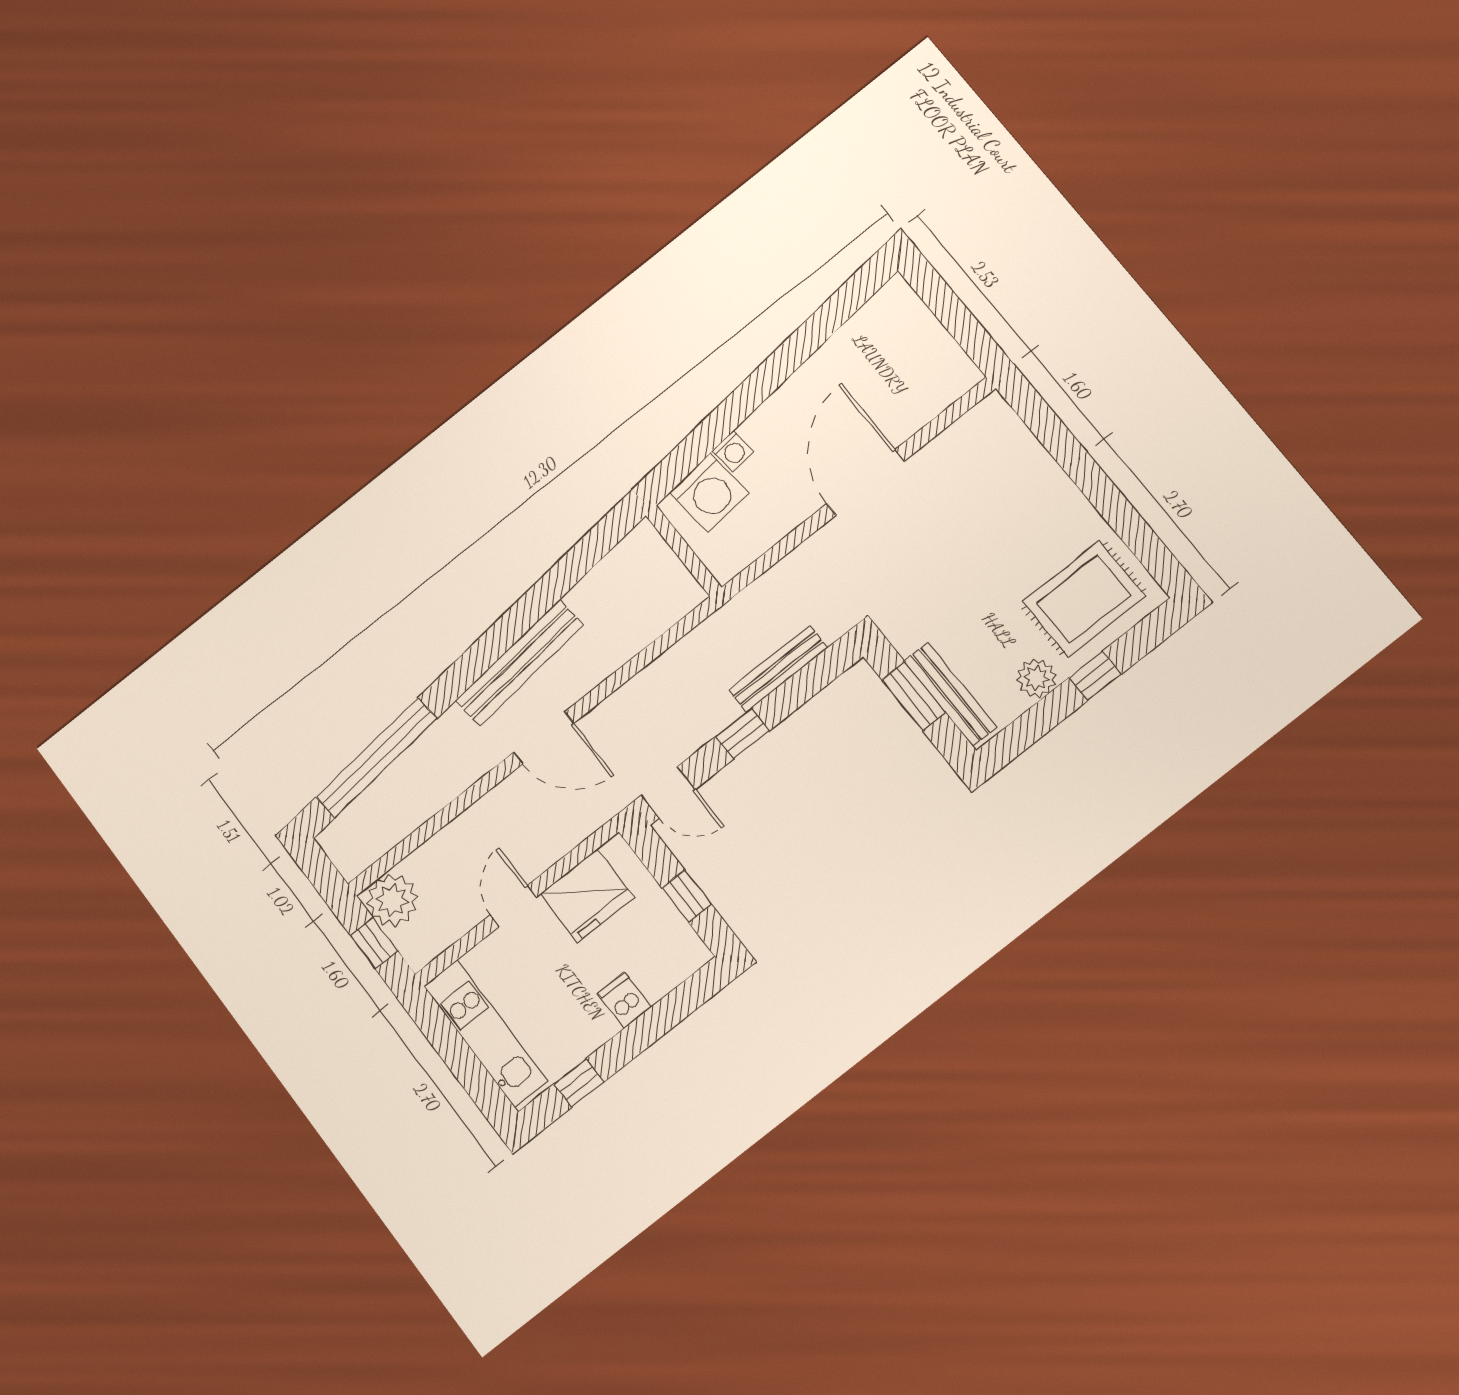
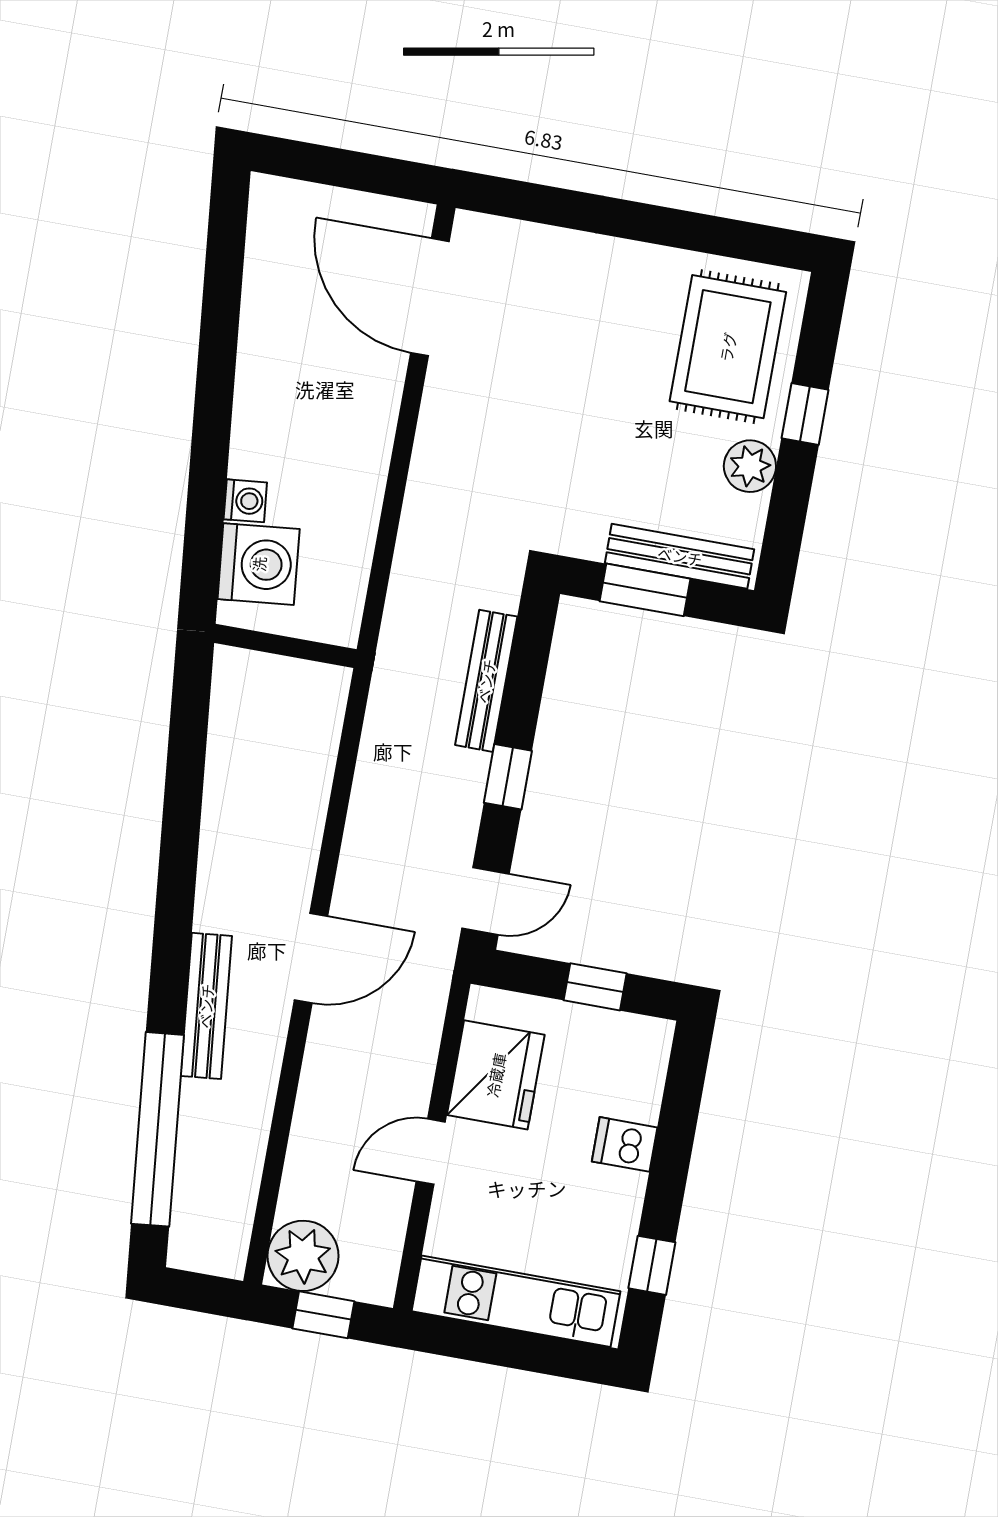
door: (866, 482) -> (430, 297), moved
bench: (519, 663) -> (206, 1006), moved, width x0.73, depth x0.82
door: (513, 906) -> (431, 1152), hinge flipped

